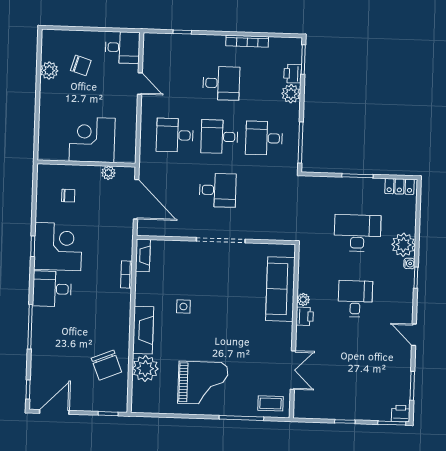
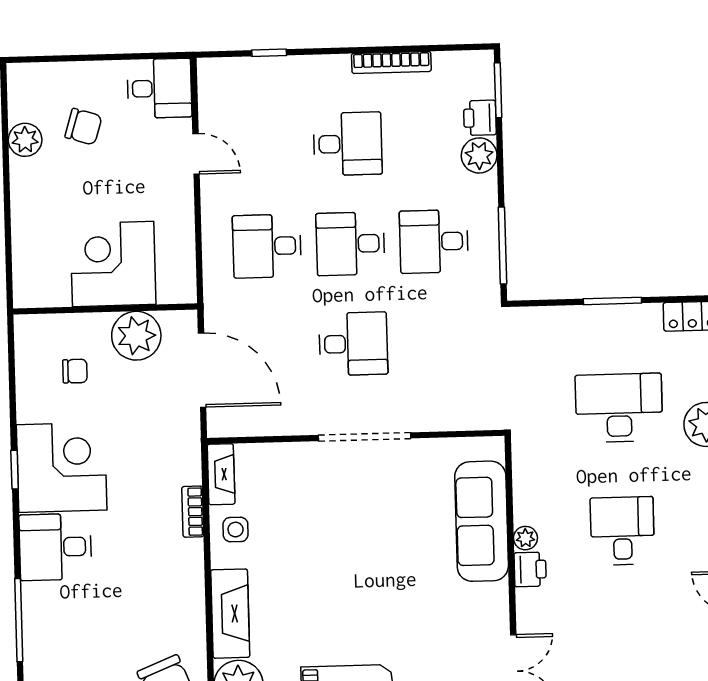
plant: (108, 173) -> (136, 336), width x1.88, depth x1.88
side table: (183, 307) -> (236, 530), moved

